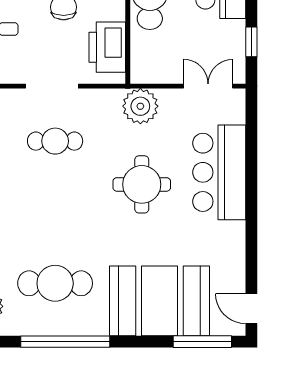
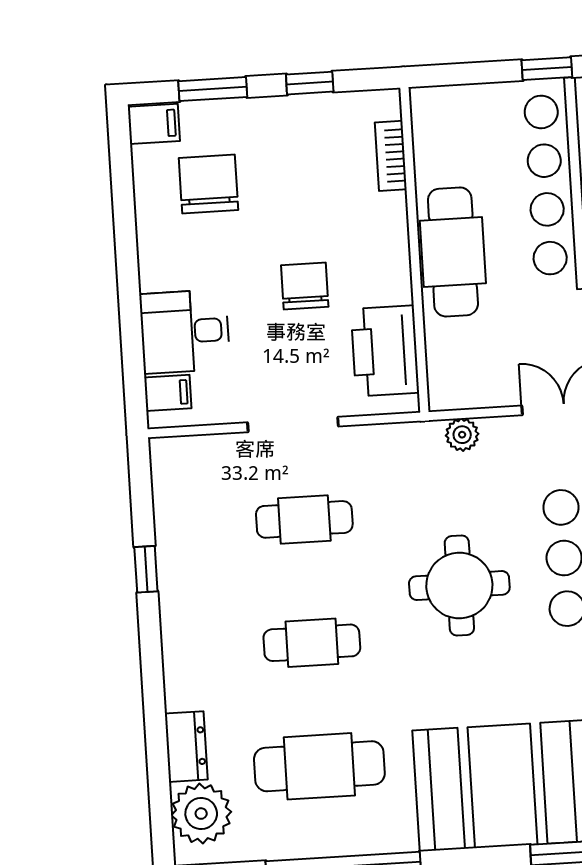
plant: (140, 106) -> (462, 435), width x0.53, depth x0.53
cafe table: (55, 212) -> (312, 643), added

